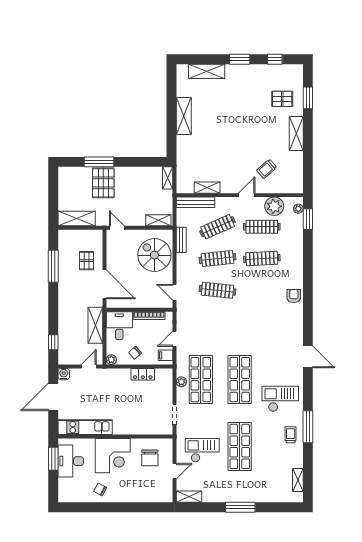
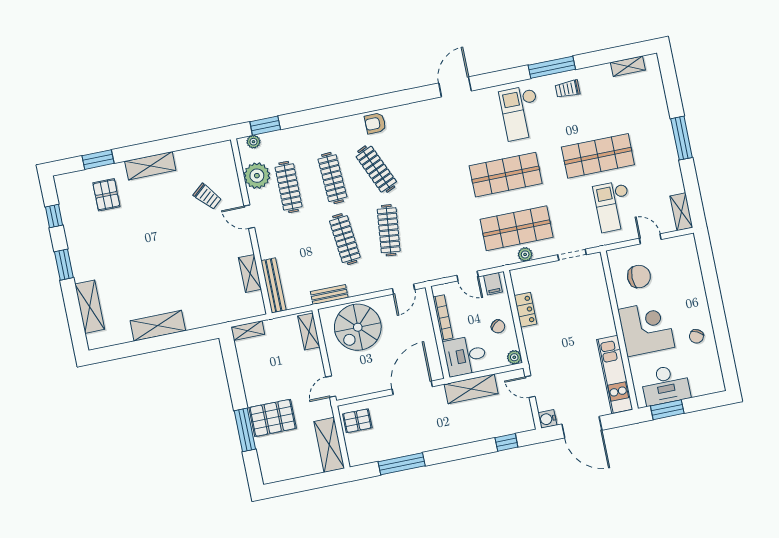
clothes rail: (218, 227) -> (376, 169), moved
pallet: (86, 261) -> (357, 421), moved

